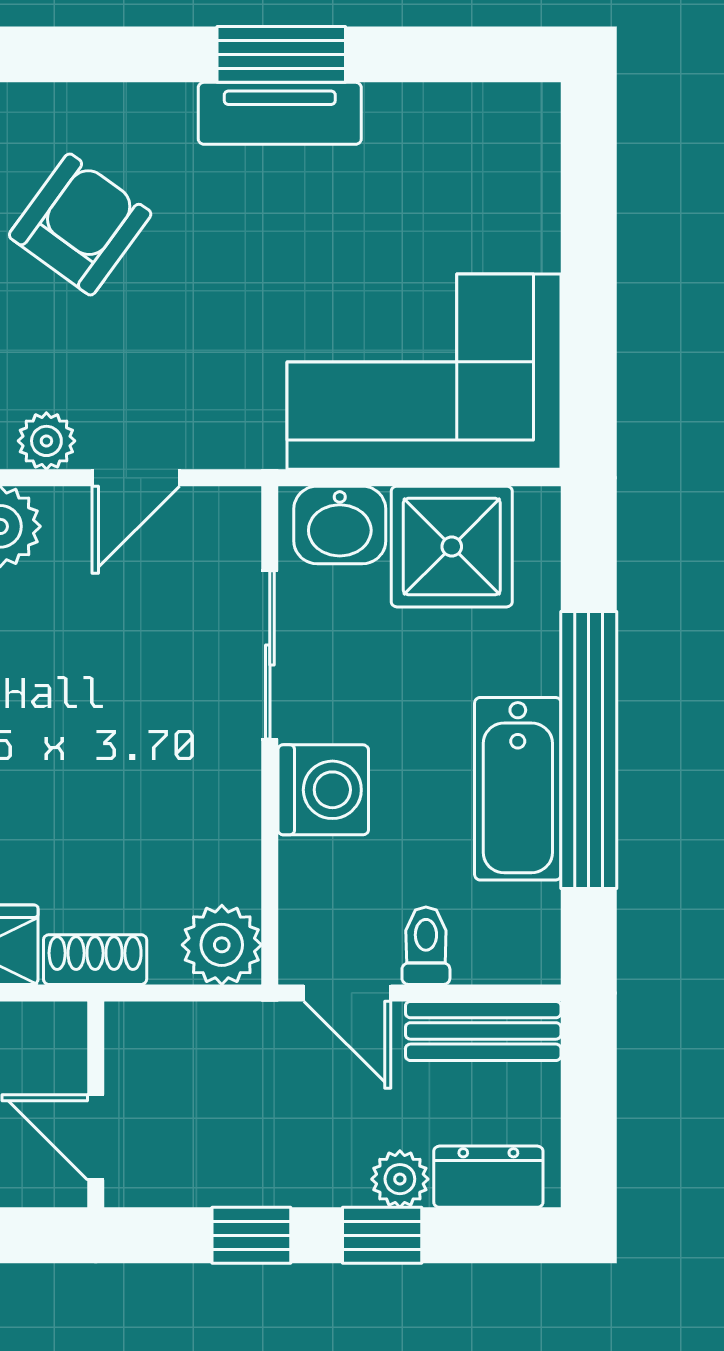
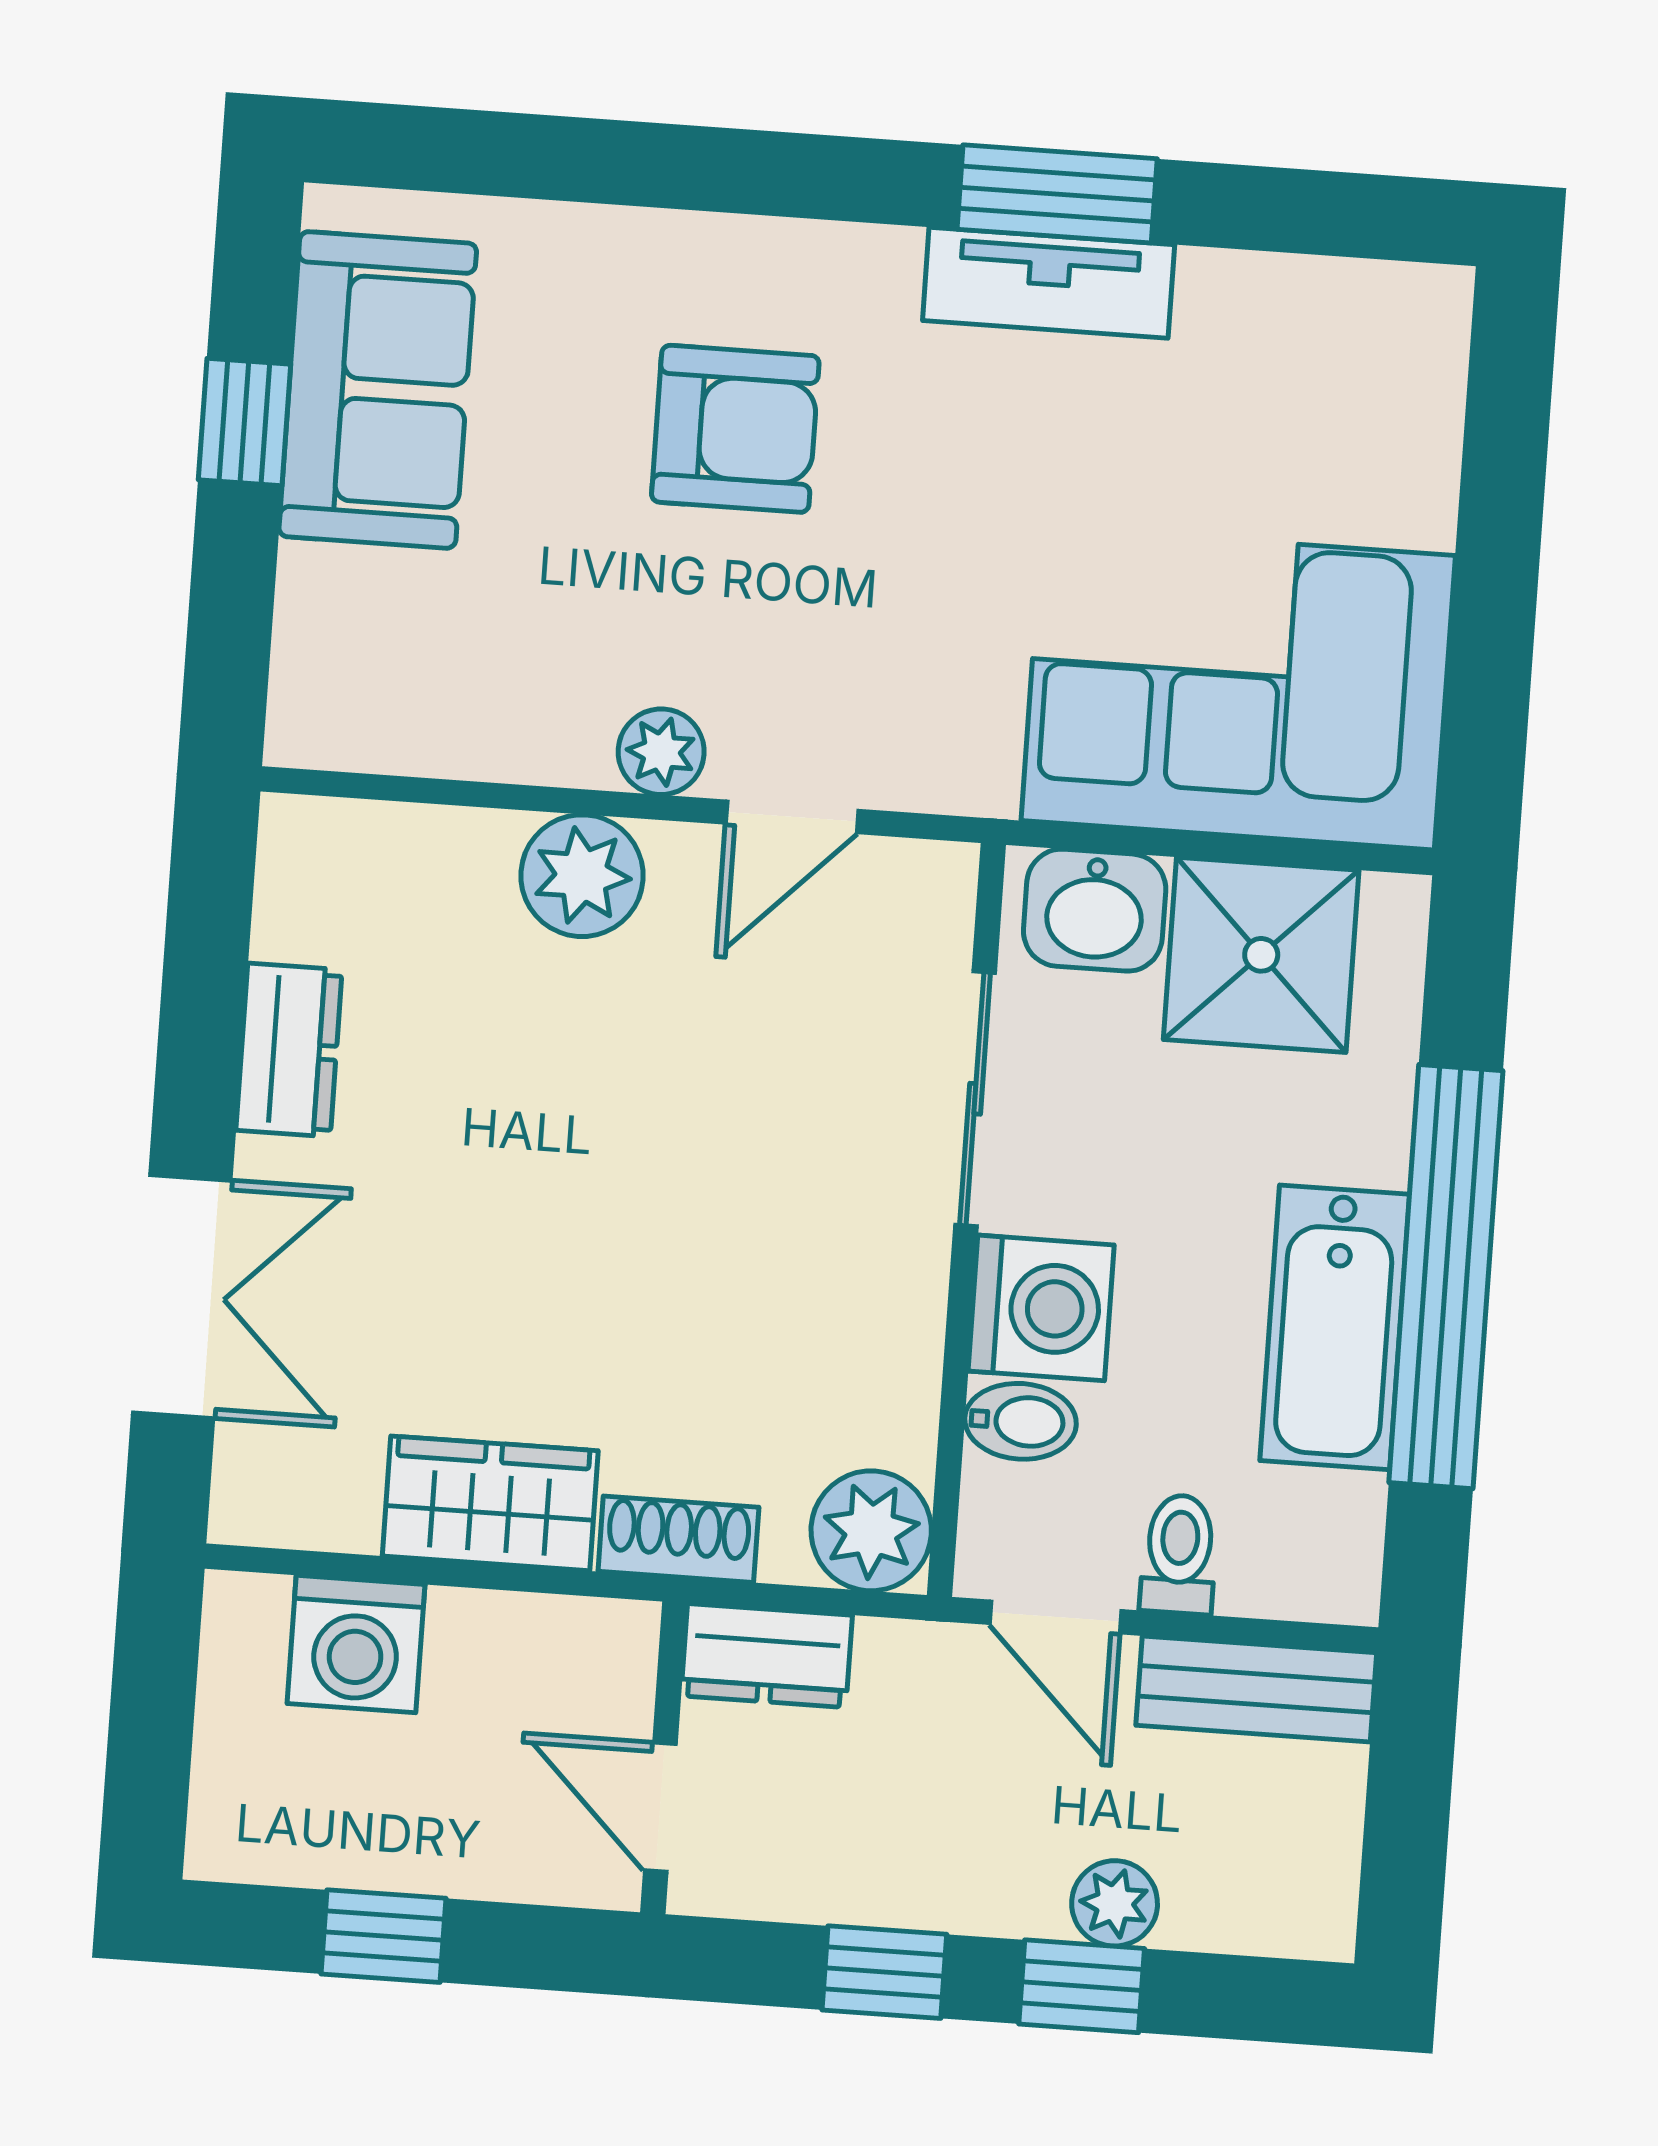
armchair: (80, 225) -> (735, 429), turned 54
bidet: (315, 866) -> (1021, 1421), added
dresser: (488, 1177) -> (767, 1655), moved, turned 180

